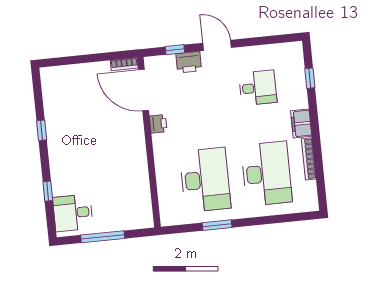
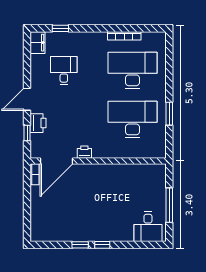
filing cabinet: (301, 124) -> (38, 43), moved, turned -90
window: (48, 191) -> (102, 245), moved

